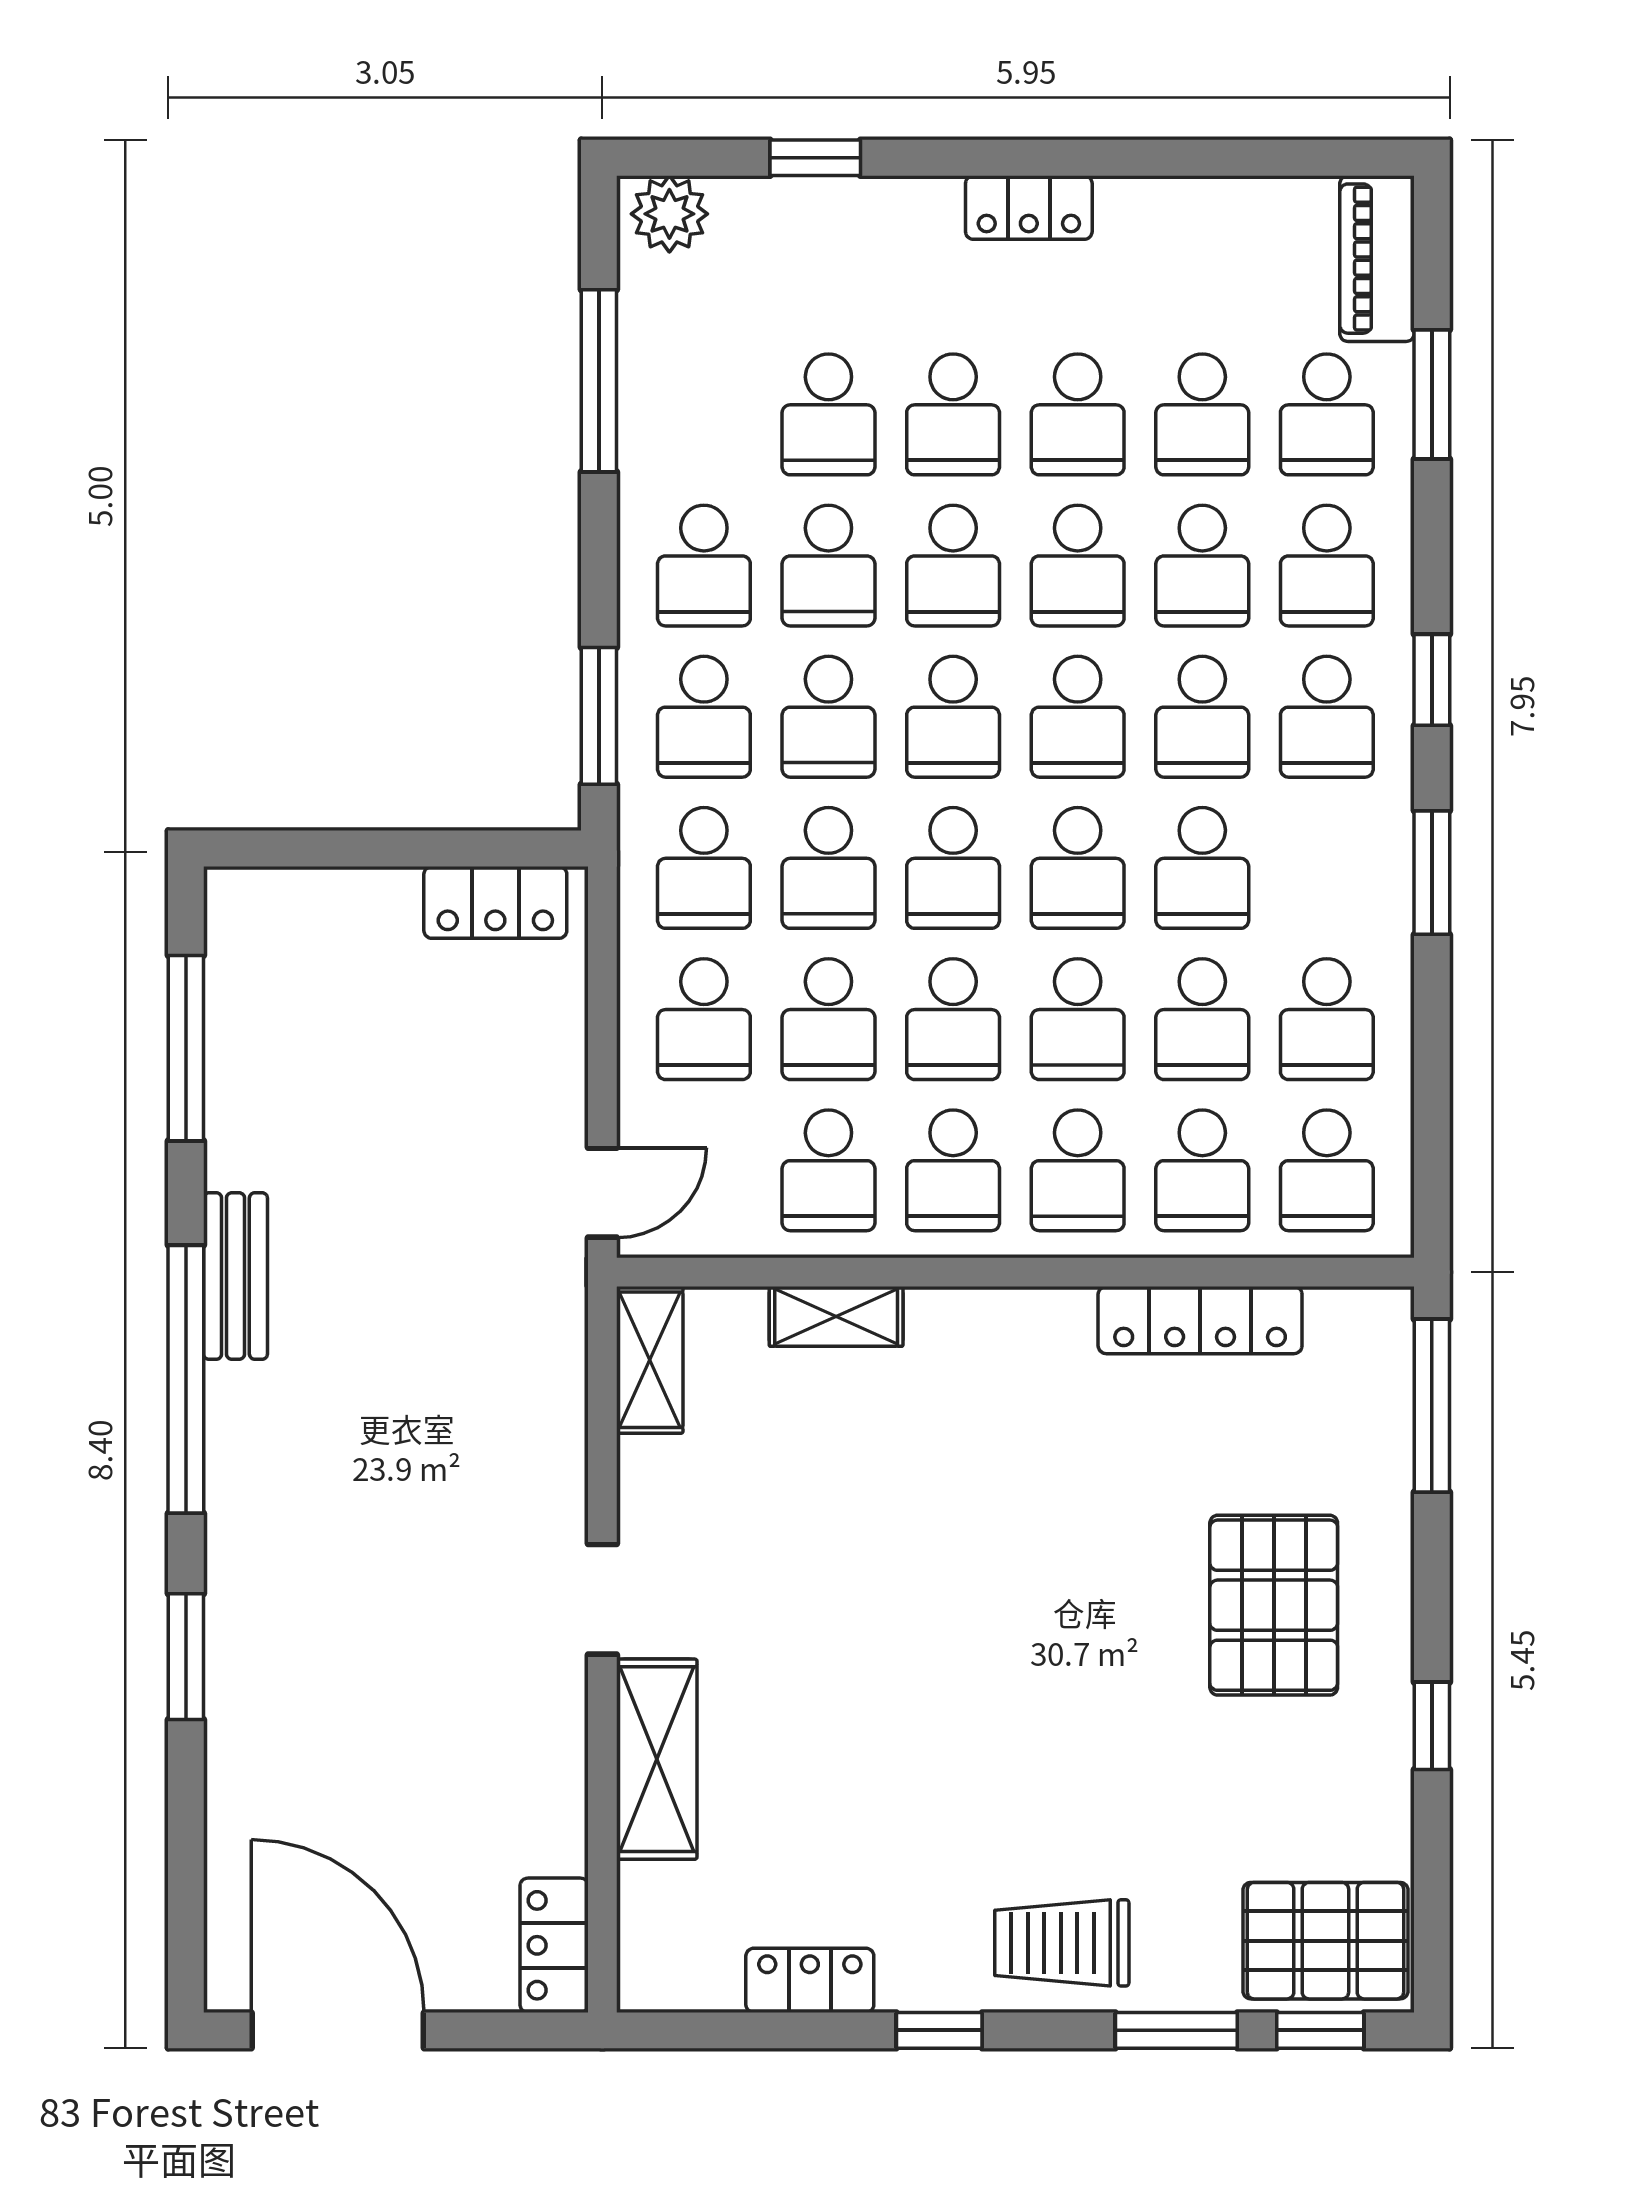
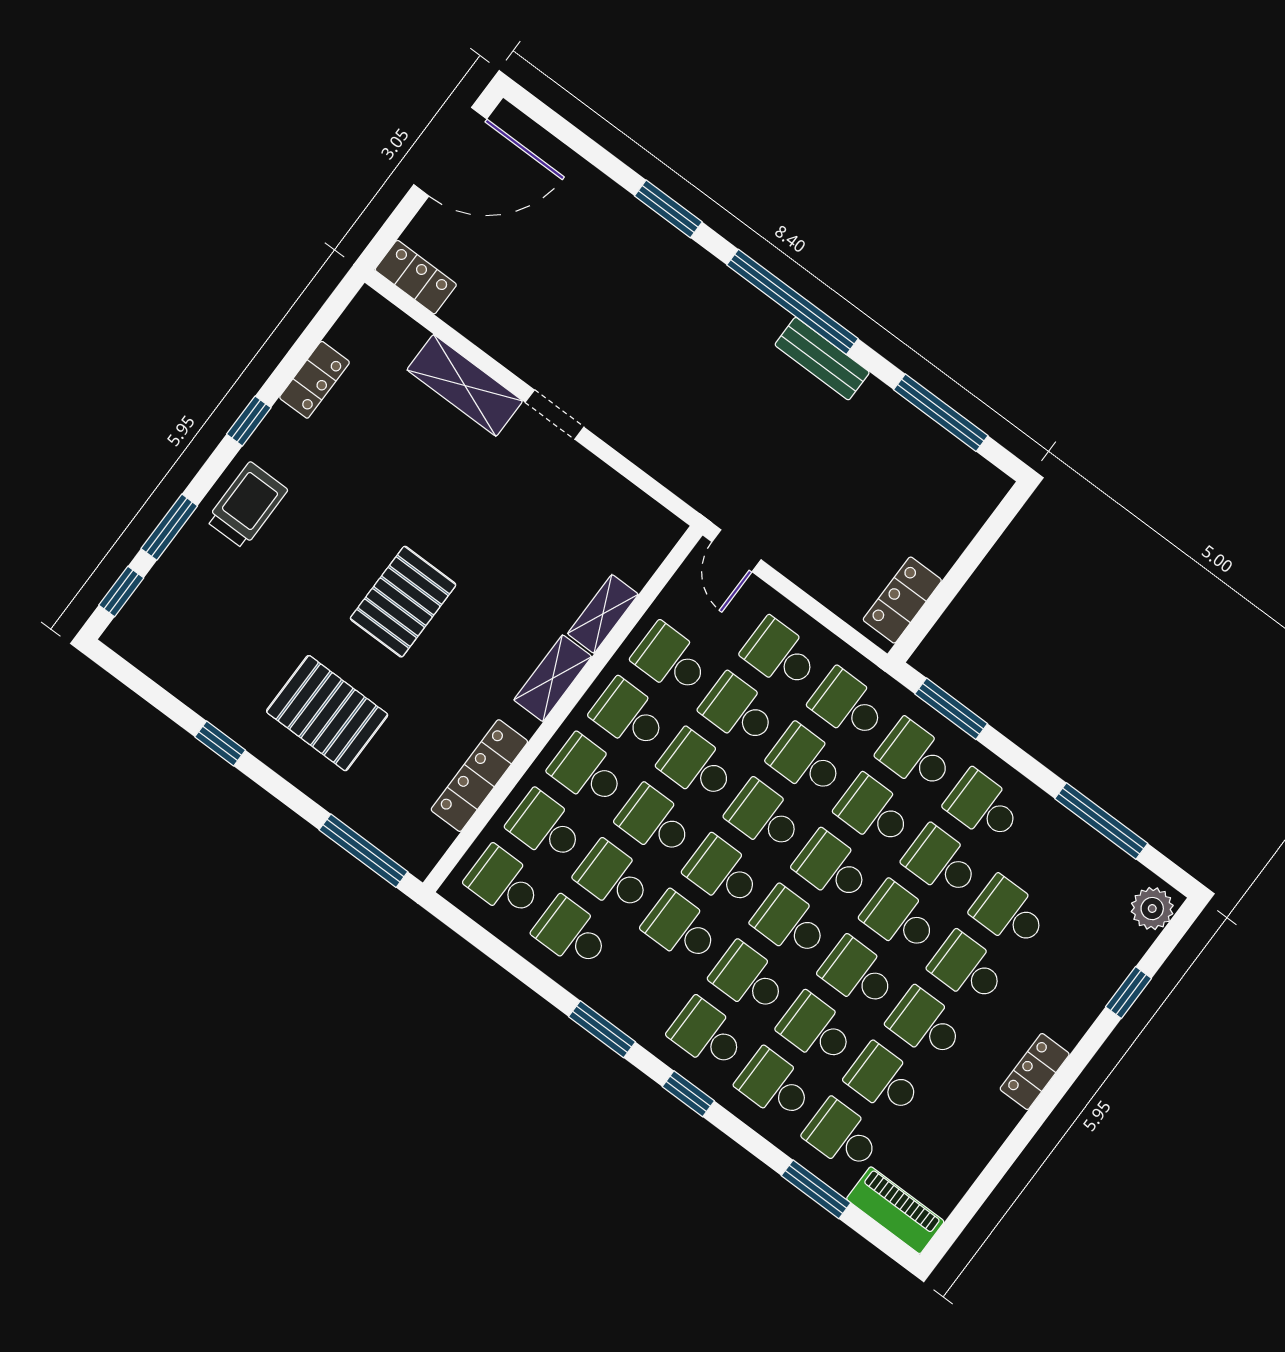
shelving: (650, 1360) -> (553, 678), moved, turned 90
pallet: (1325, 1941) -> (403, 602), moved

